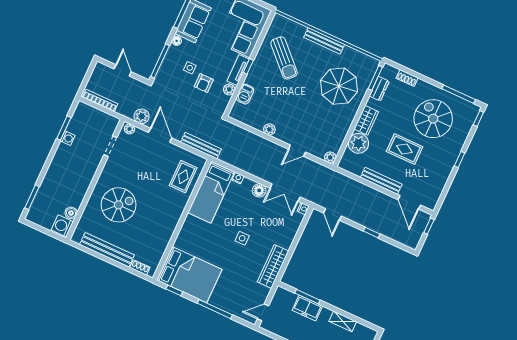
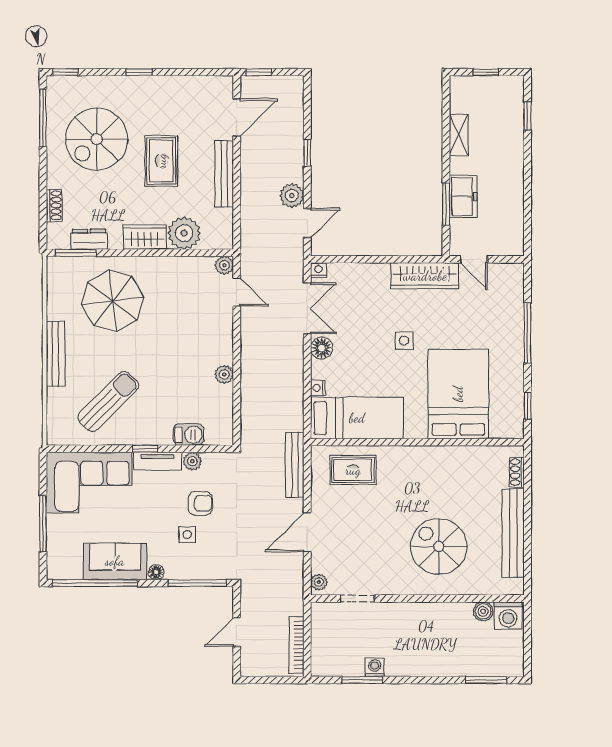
plant: (142, 116) -> (292, 196), moved
door: (297, 151) -> (237, 292), moved
bed: (189, 275) -> (458, 394), moved
door: (263, 312) -> (474, 259), moved

